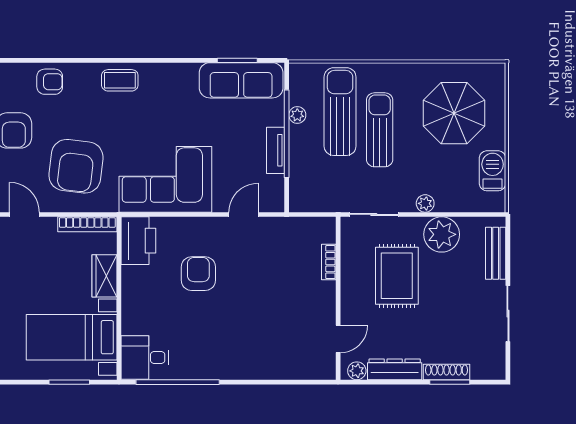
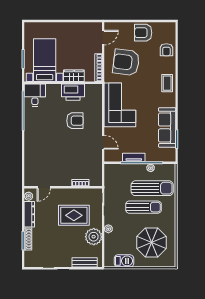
sofa: (241, 80) -> (167, 127), moved
printer: (138, 241) -> (73, 92), moved
door: (338, 339) -> (44, 187), hinge flipped

